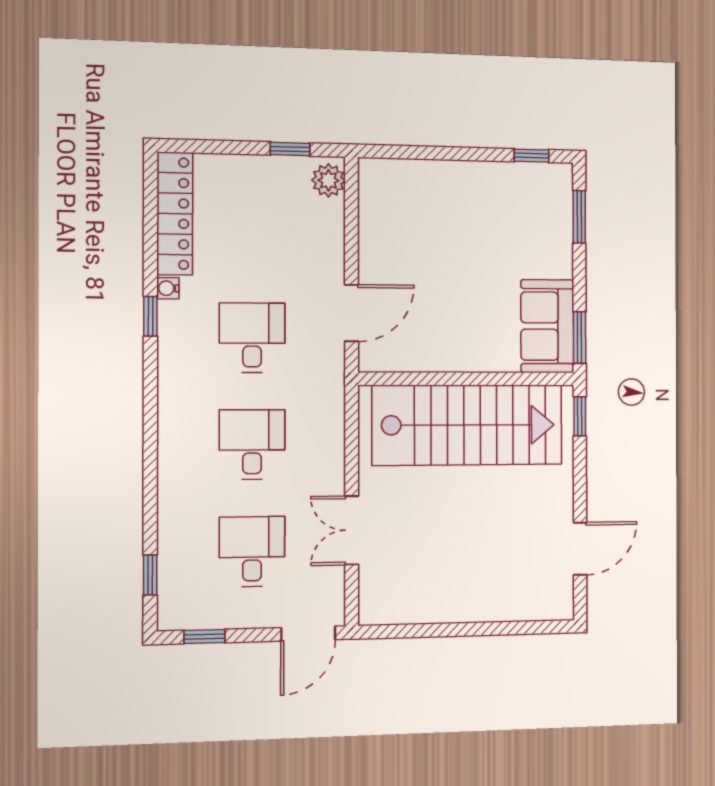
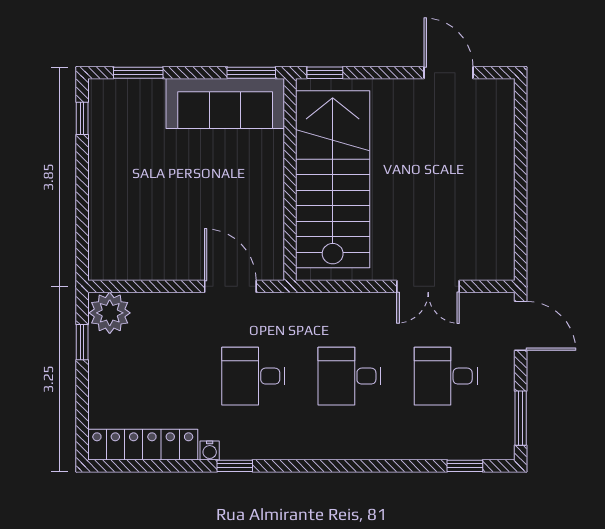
plant: (328, 180) -> (110, 313), width x1.36, depth x1.36
sofa: (547, 326) -> (225, 104), width x1.36
window: (204, 636) -> (521, 418), width x1.50

